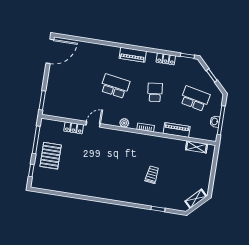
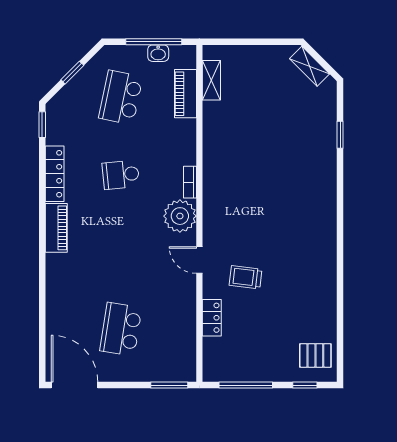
locker: (166, 59) -> (55, 174), width x1.53
school desk: (115, 86) -> (121, 329), moved
plant: (124, 123) -> (180, 216), width x1.87, depth x1.87
door: (93, 124) -> (199, 260), moved
piano: (177, 130) -> (185, 94), moved
pallet: (51, 156) -> (315, 355), moved, width x0.67, depth x0.71
trolley: (152, 175) -> (246, 277), moved

